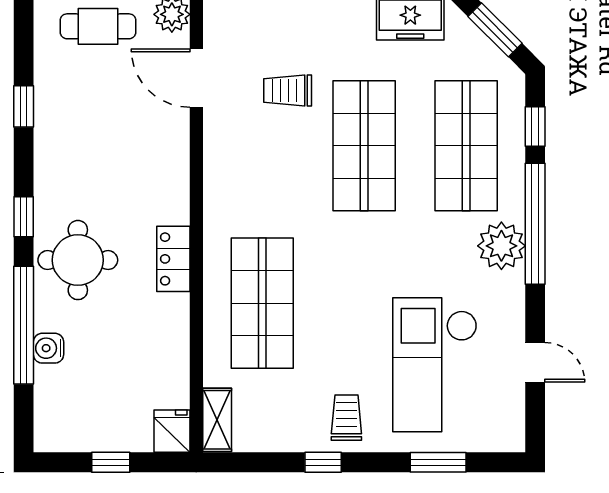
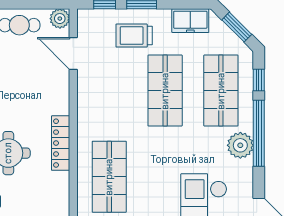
trolley: (288, 91) -> (134, 36), moved, width x1.36, depth x1.39
locker: (173, 259) -> (61, 143), width x1.53

